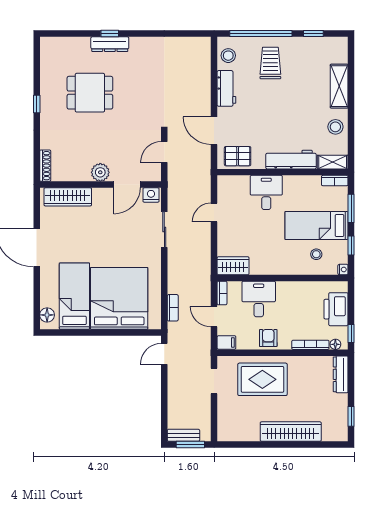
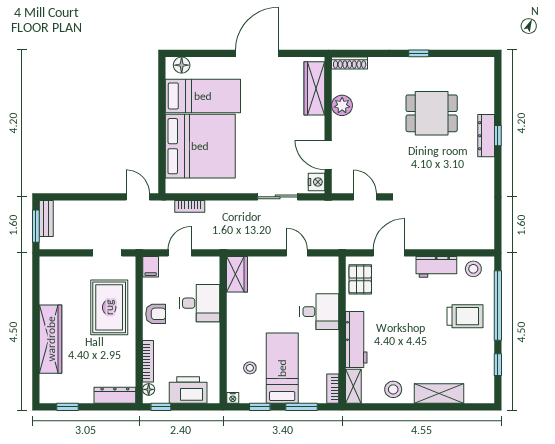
dining table: (90, 93) -> (432, 113), turned 90
plant: (100, 172) -> (342, 105), moved
bookcase: (222, 293) -> (206, 262), removed

